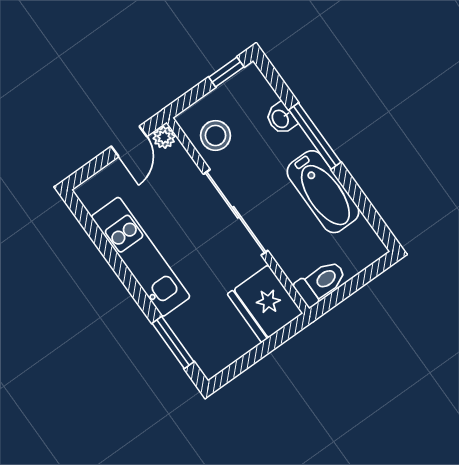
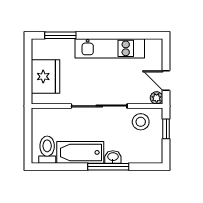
window: (226, 72) -> (166, 129), moved
washbasin: (281, 118) -> (113, 157), moved
toilet: (320, 283) -> (47, 150), moved, turned 180
fridge: (265, 304) -> (45, 77), moved, turned 90

